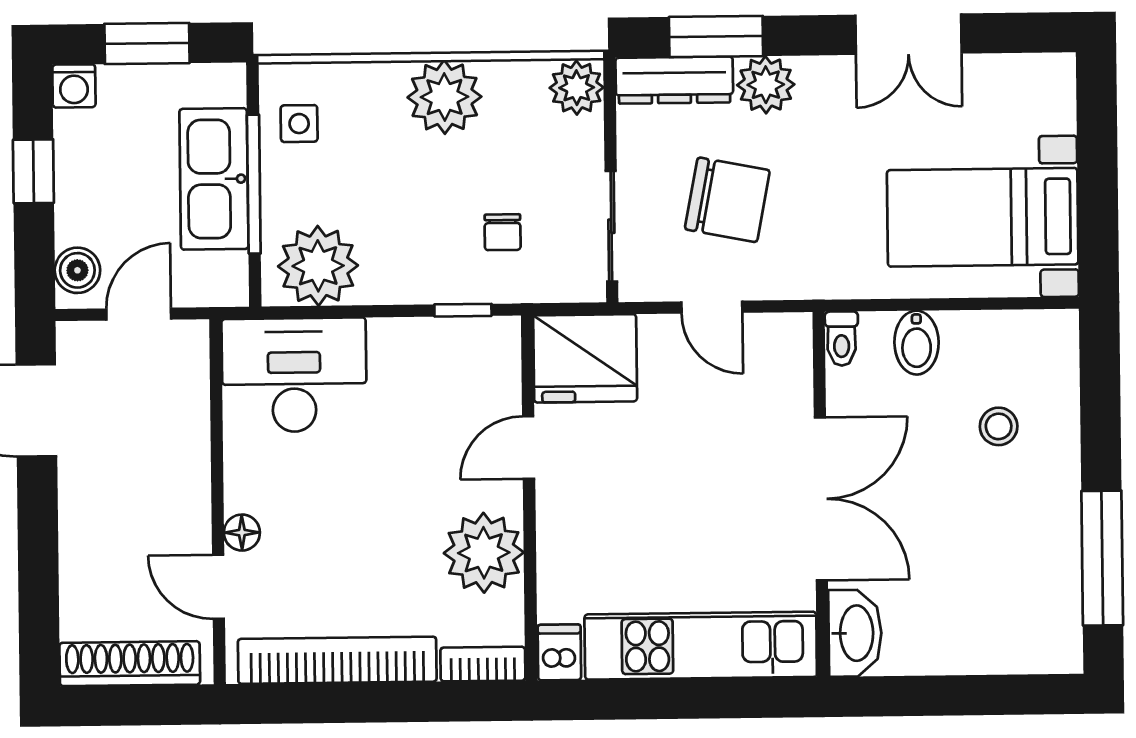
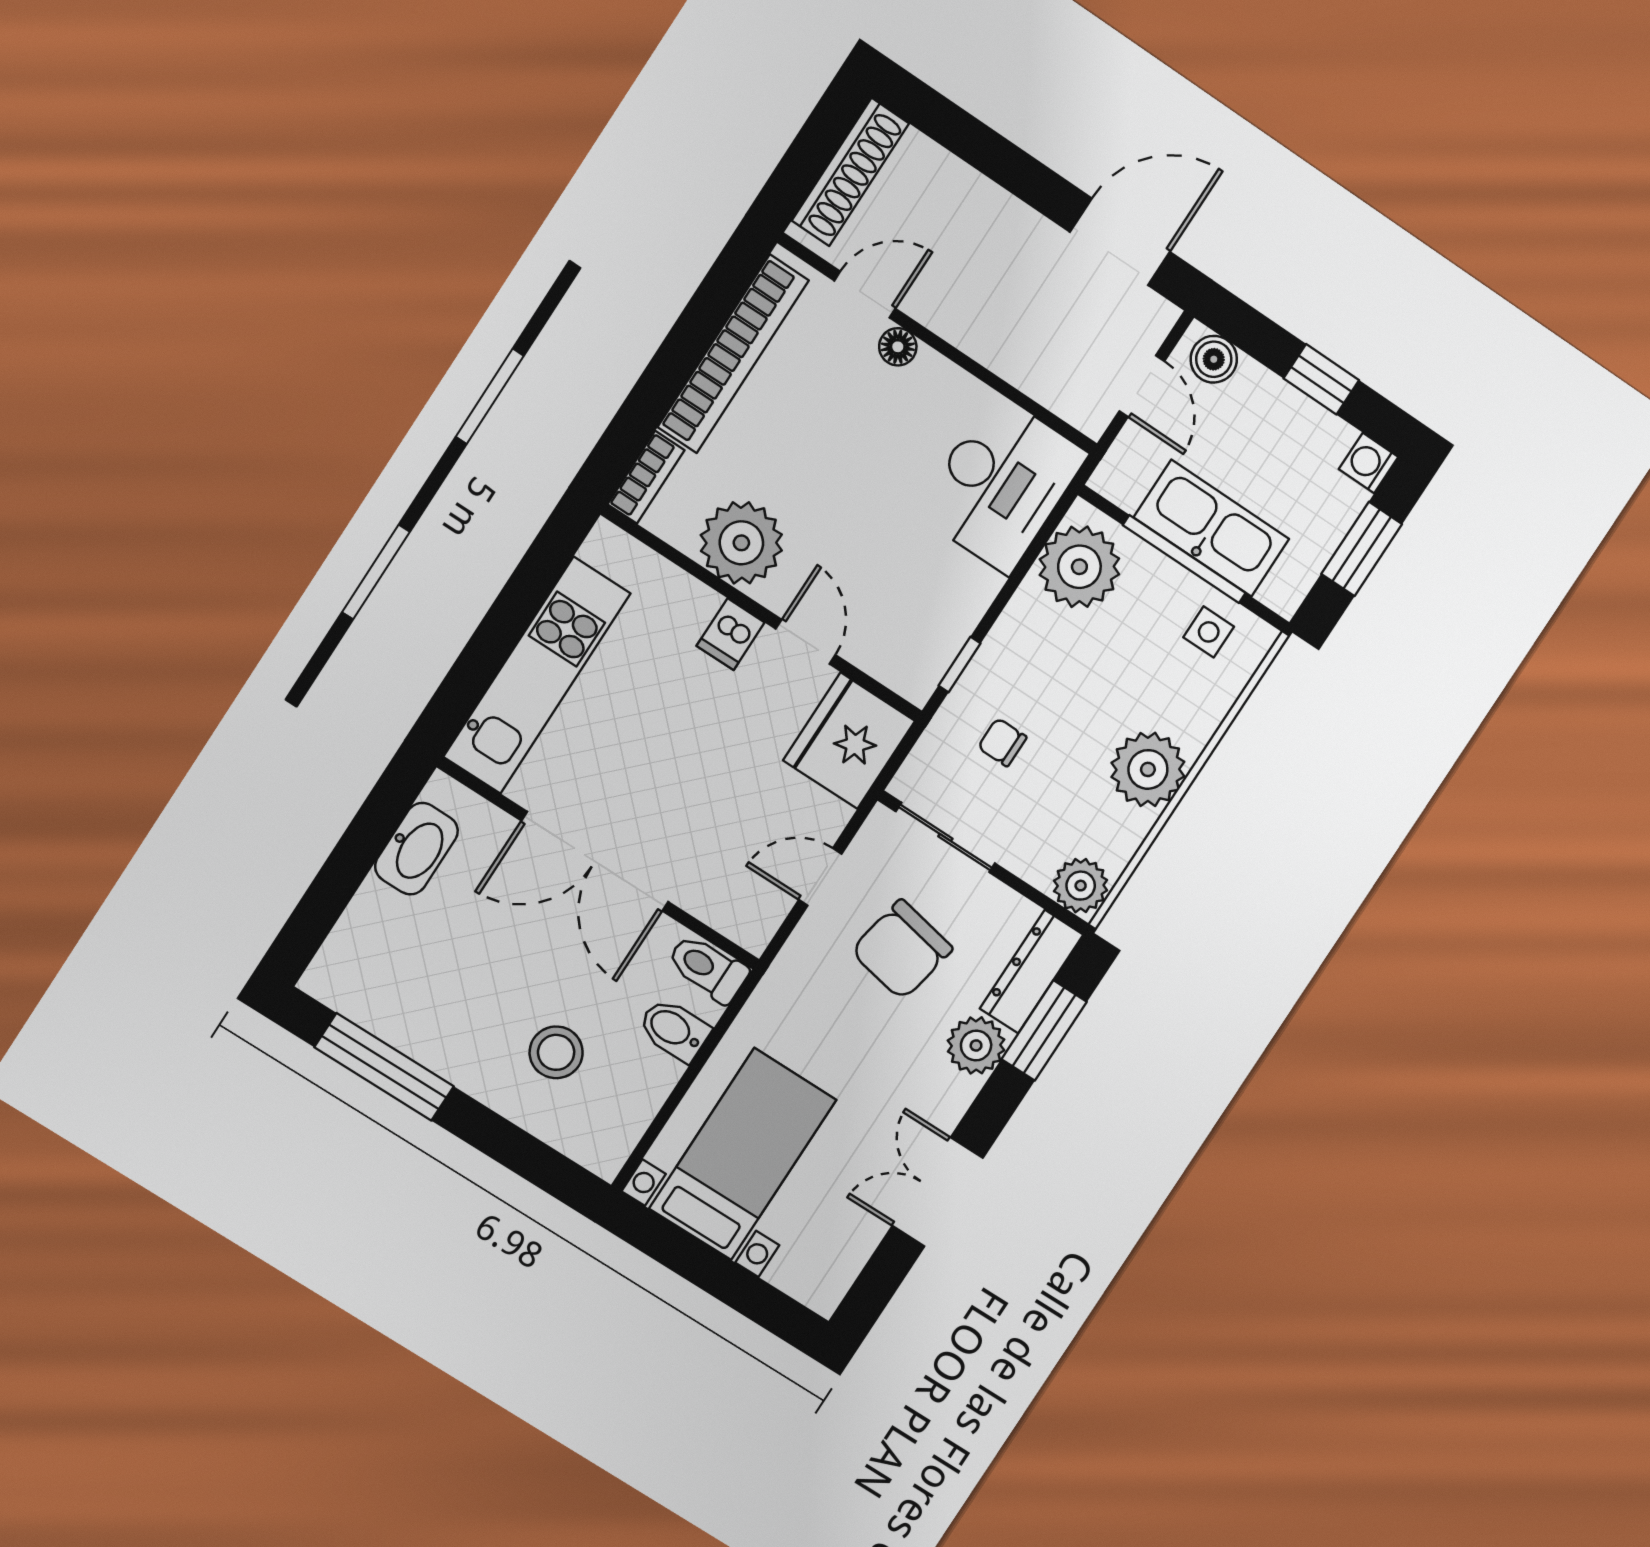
toilet: (842, 339) -> (708, 968), width x1.37, depth x1.39
stool: (999, 426) -> (556, 1052), width x1.37, depth x1.37
washbasin: (855, 633) -> (416, 849), moved, turned -90
dishwasher: (559, 652) -> (731, 634), moved, turned 90

